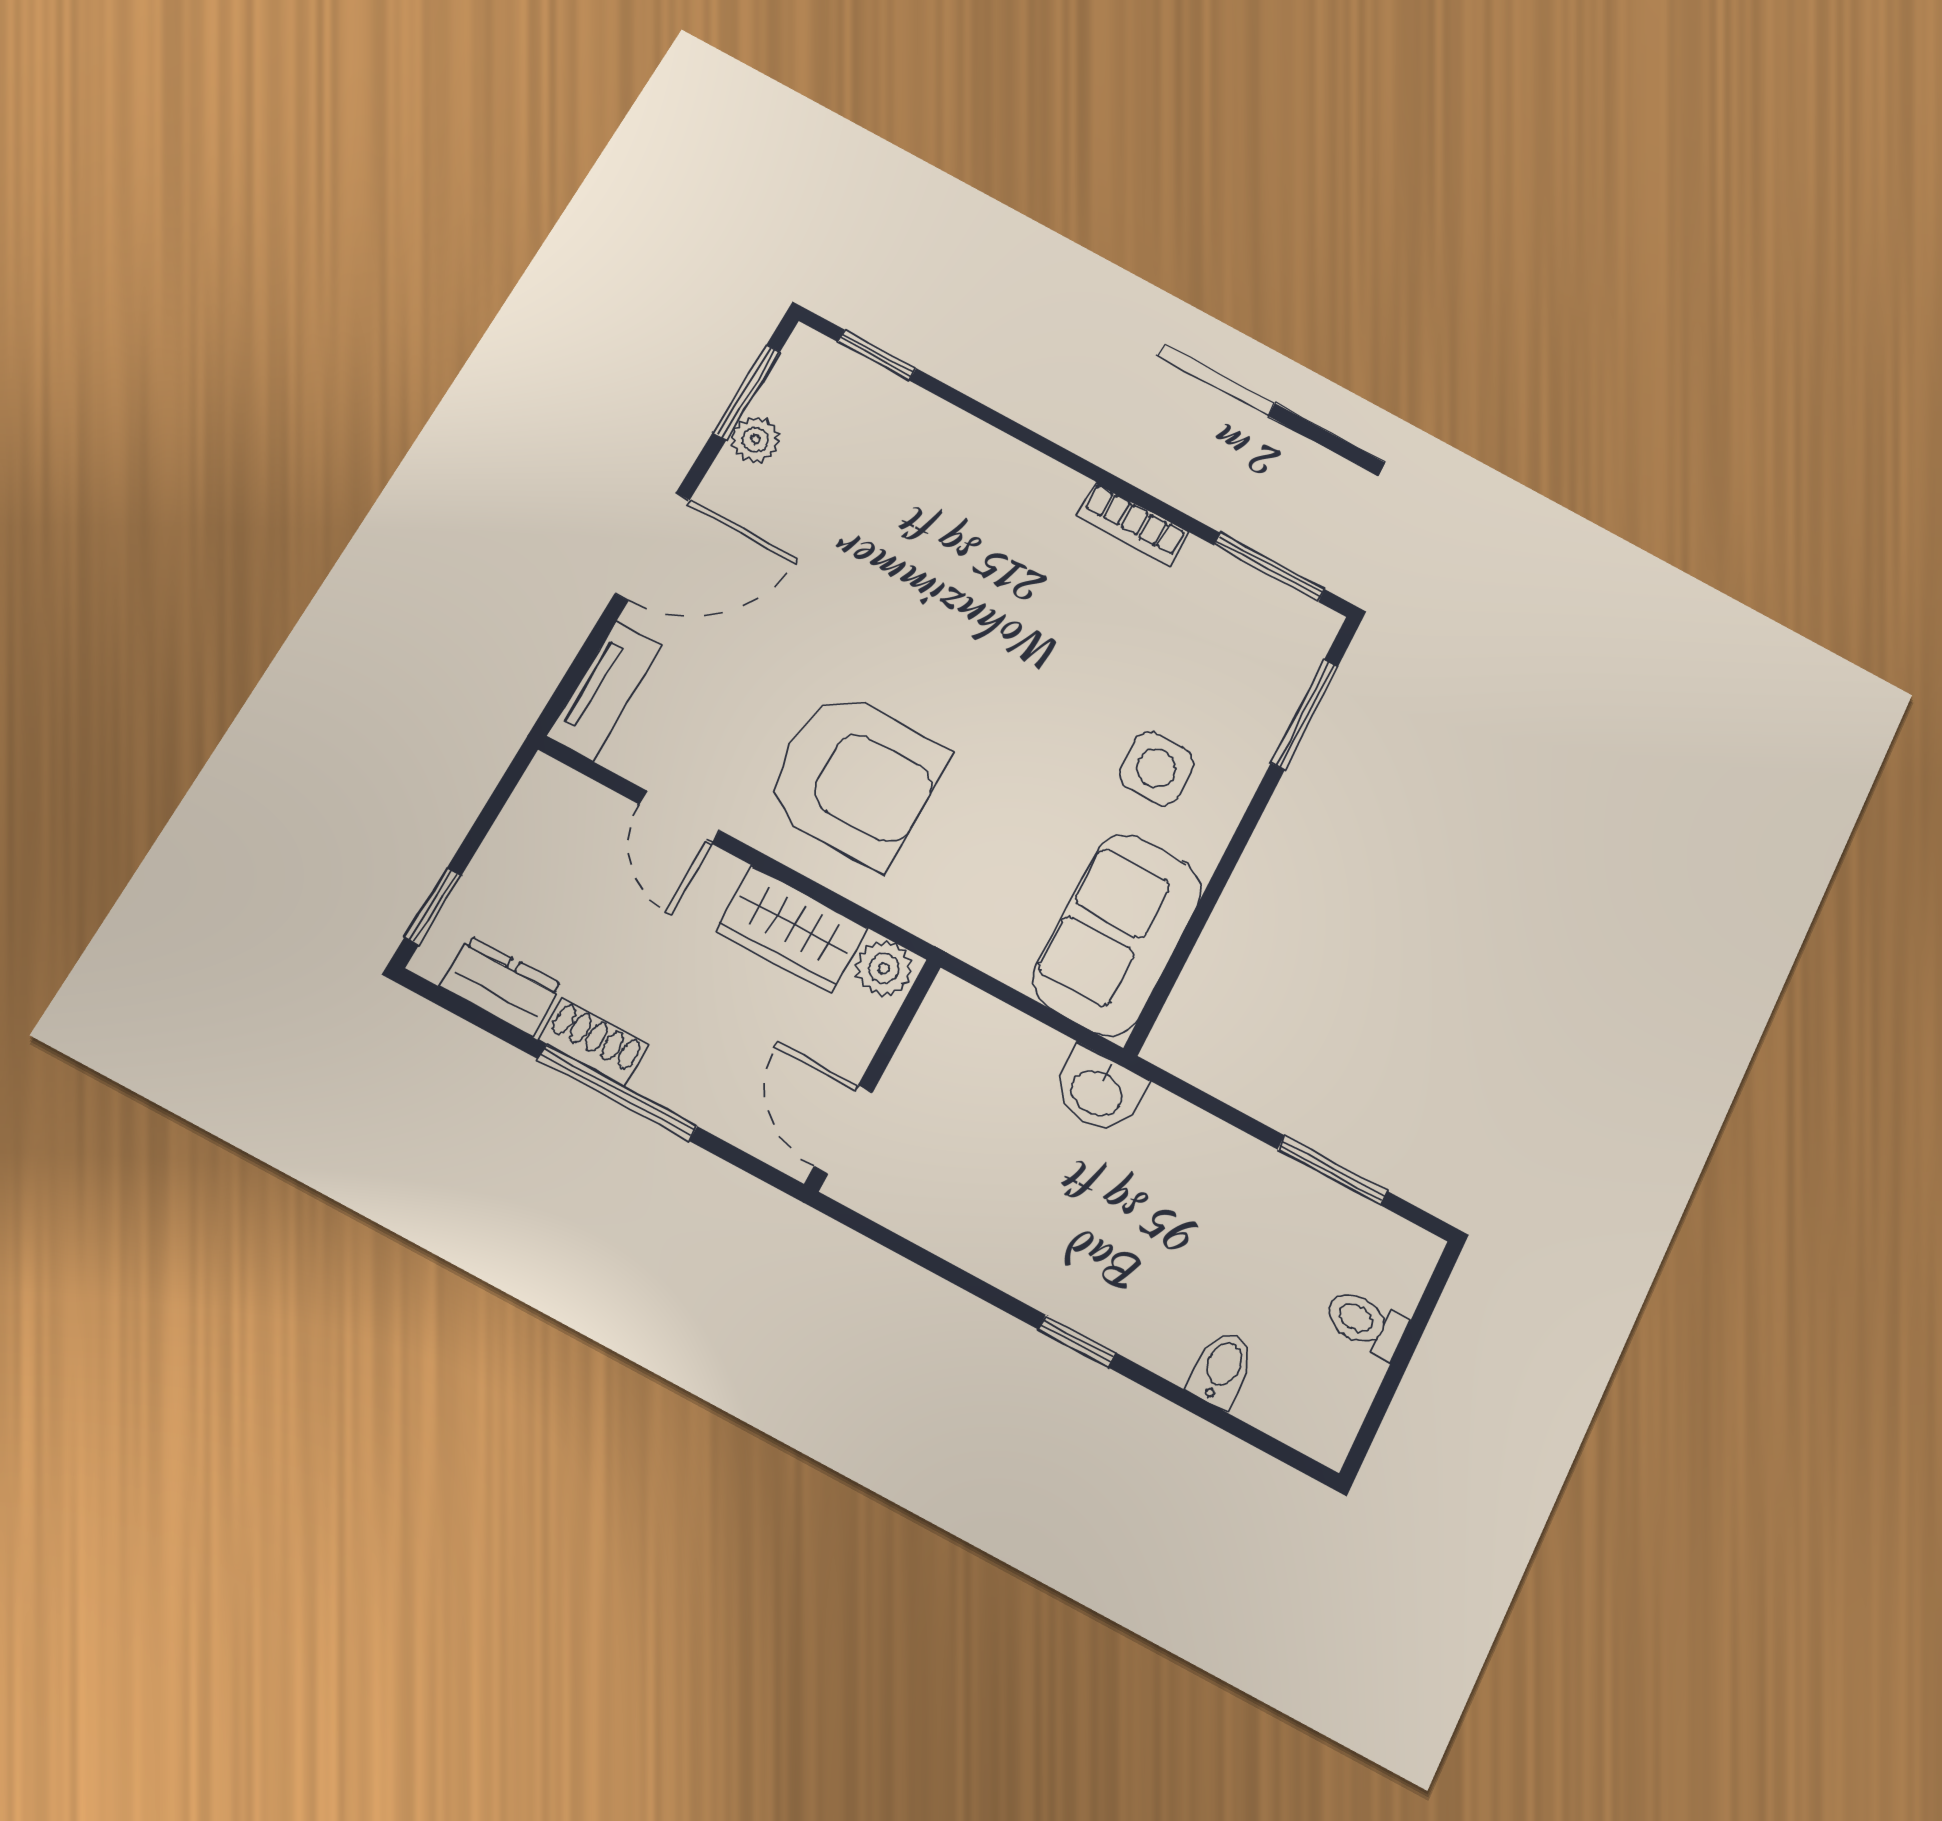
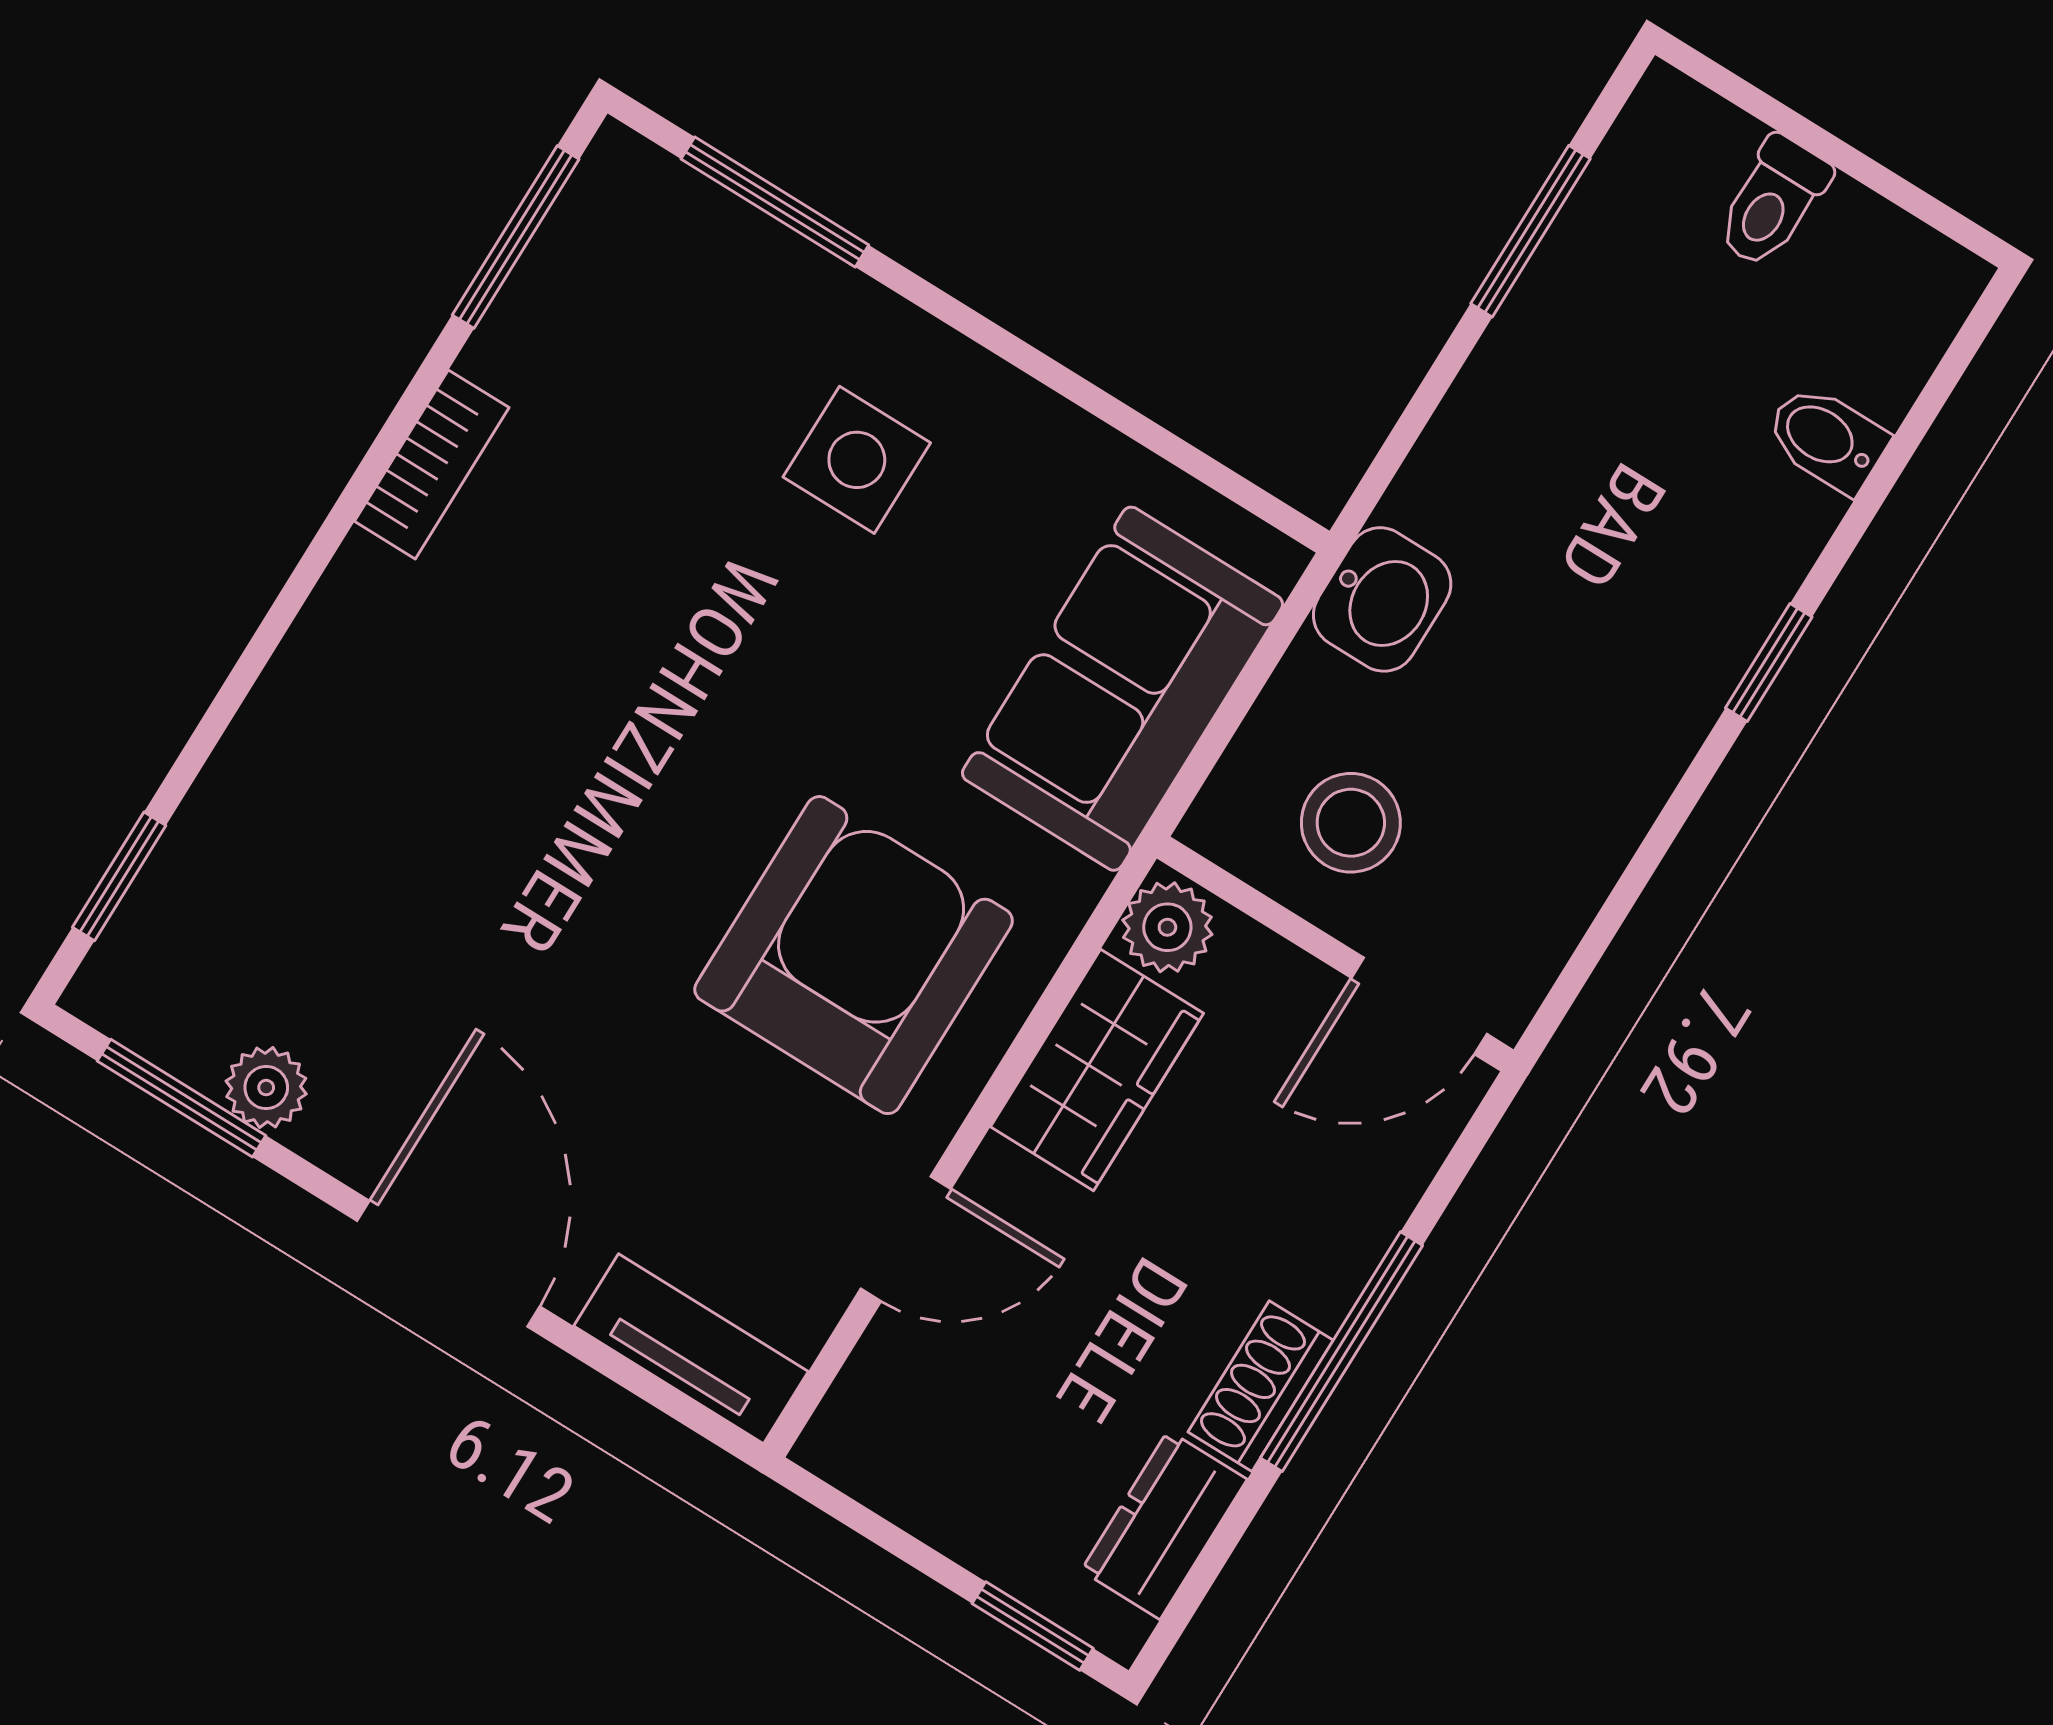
sofa: (1117, 934) -> (1123, 689), moved, turned 90
stool: (957, 1079) -> (1351, 823), added

